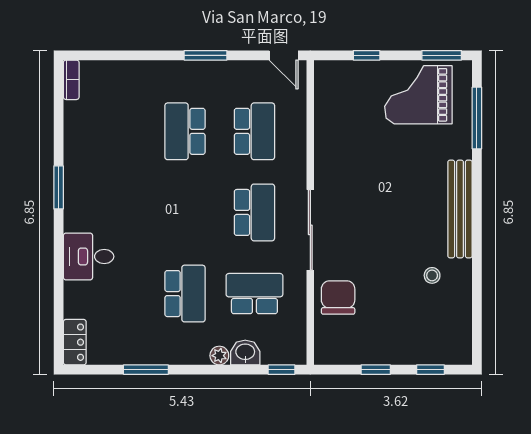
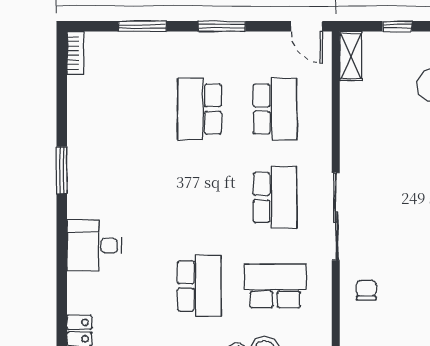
window: (132, 55) -> (142, 26), added
shelving: (324, 83) -> (351, 56), added
chair: (338, 298) -> (366, 290), width x0.54, depth x0.54

